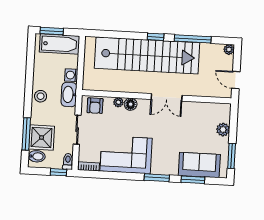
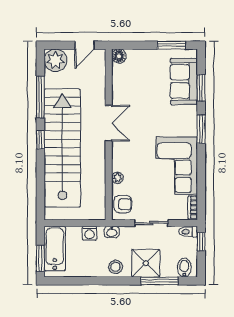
plant: (229, 50) -> (56, 60), width x1.88, depth x1.88
washbasin: (69, 94) -> (112, 232), width x0.52, depth x0.69
floor lamp: (131, 104) -> (119, 56), moved
plant: (223, 130) -> (142, 57), removed
shower: (42, 138) -> (146, 263), moved

